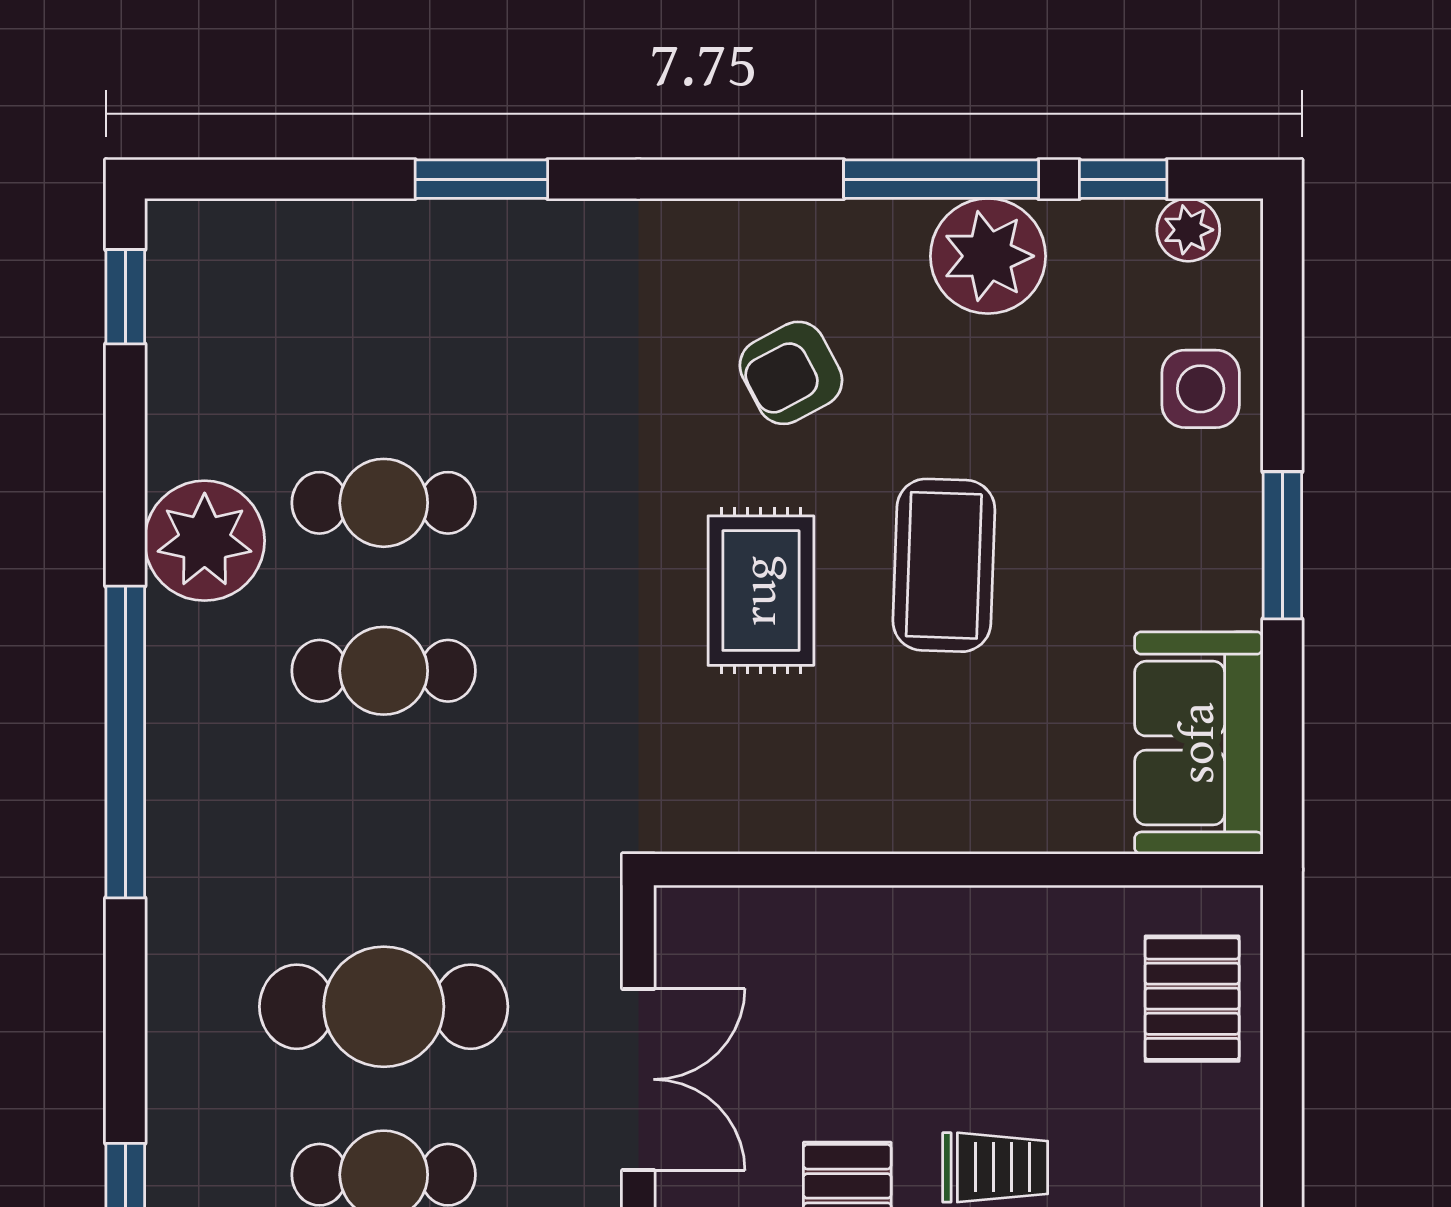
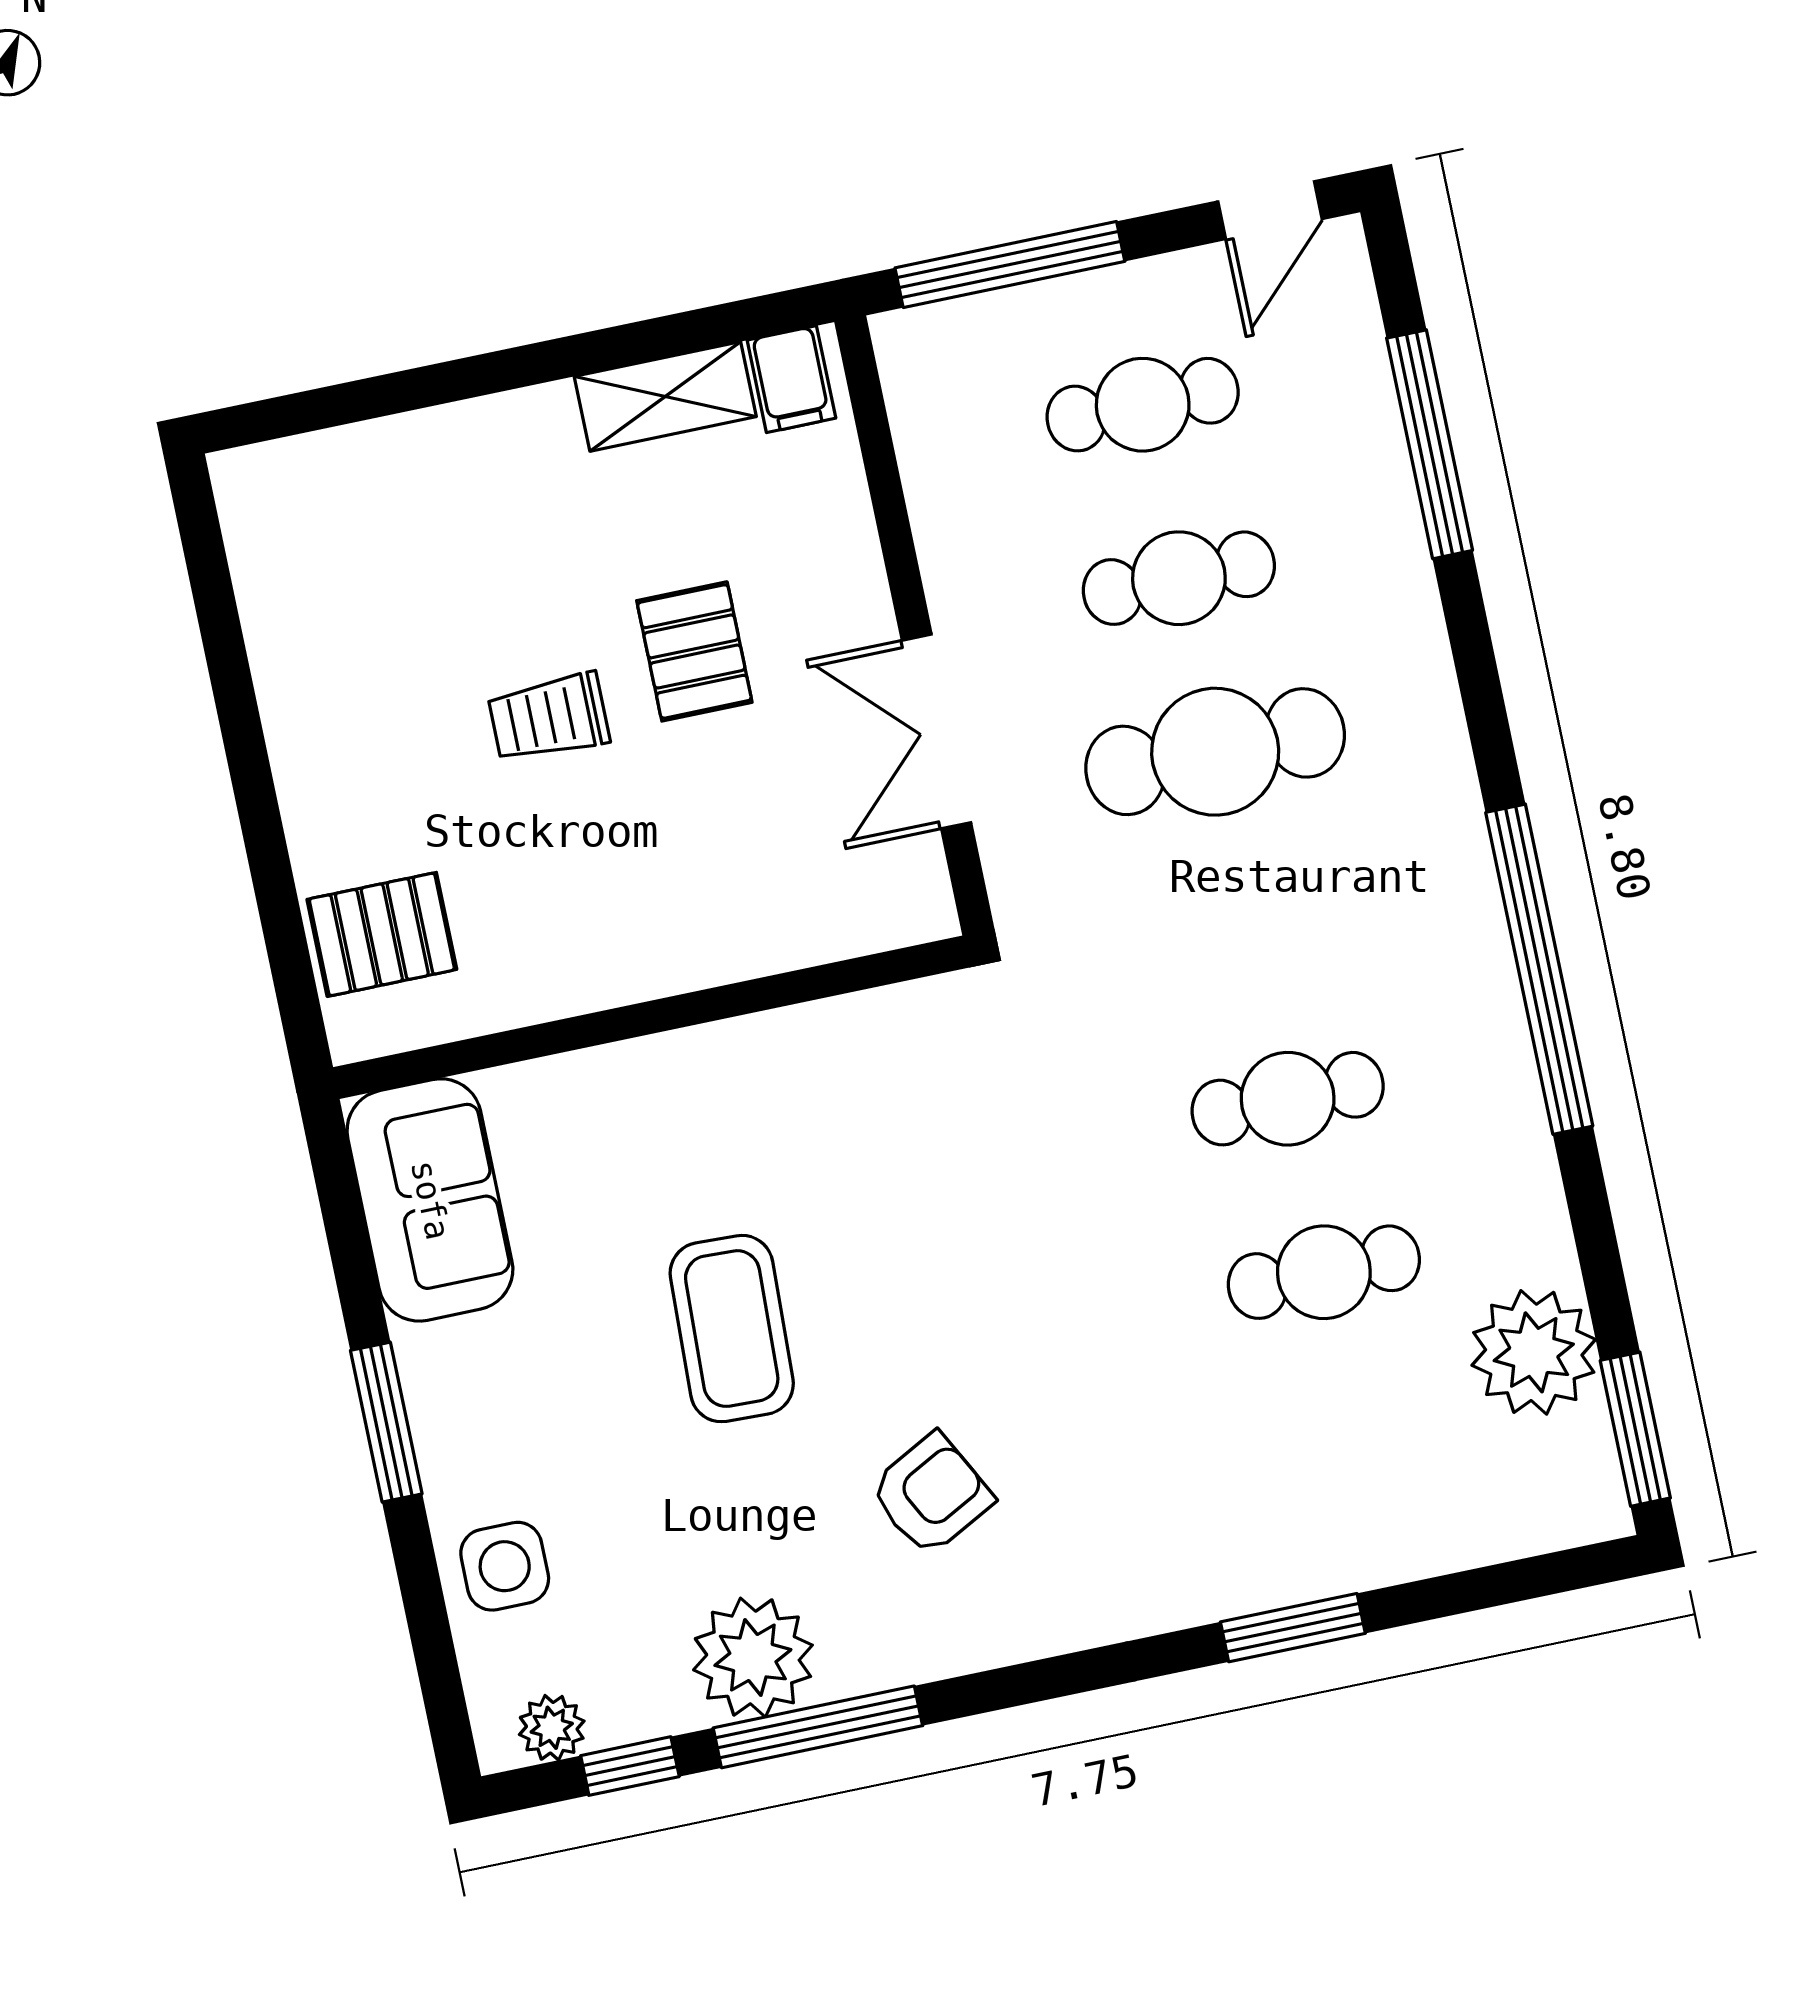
window: (125, 297) -> (1635, 1429), width x1.50
plant: (205, 541) -> (1534, 1352), moved
rug: (761, 591) -> (915, 1263), removed
pallet: (1192, 999) -> (382, 934), turned 90

